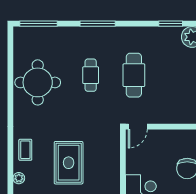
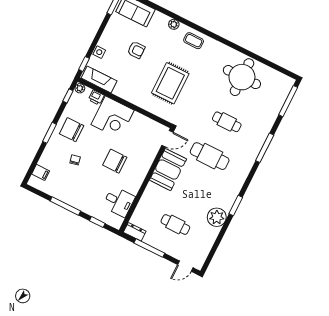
booth: (169, 110) -> (168, 170), added
door: (138, 127) -> (167, 139), swing flipped
rug: (69, 163) -> (170, 83), moved, turned 90

